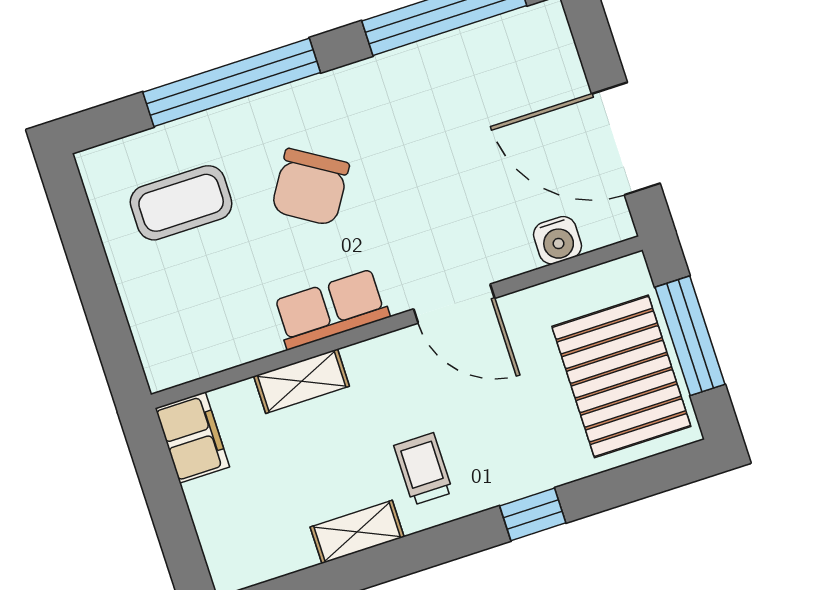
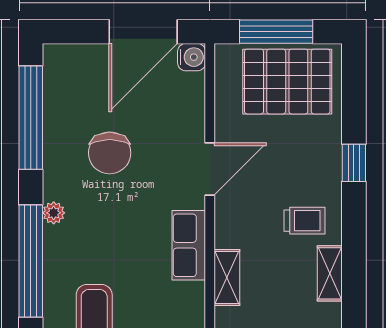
plant: (314, 93) -> (54, 213), added
chair: (310, 187) -> (110, 153), moved, turned 58
water cooler: (557, 240) -> (192, 57), moved
trolley: (423, 469) -> (304, 221), turned 180

